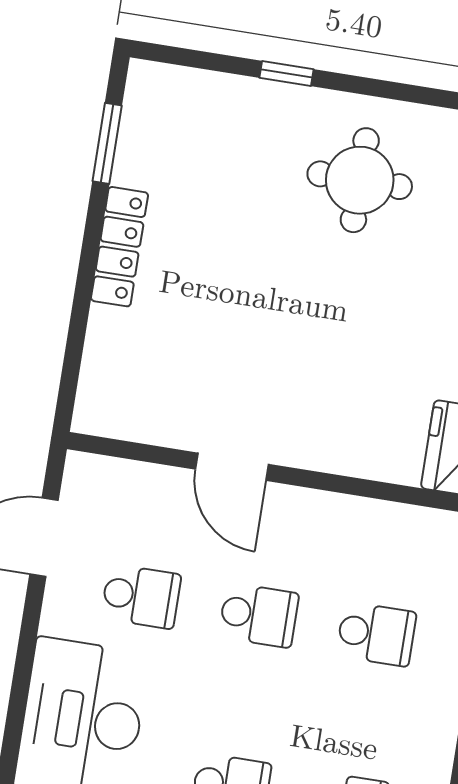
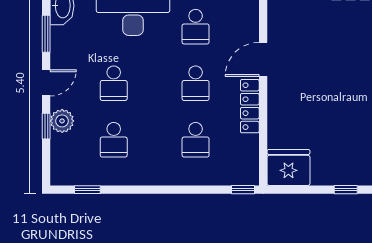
locker: (325, 510) -> (250, 106), added

